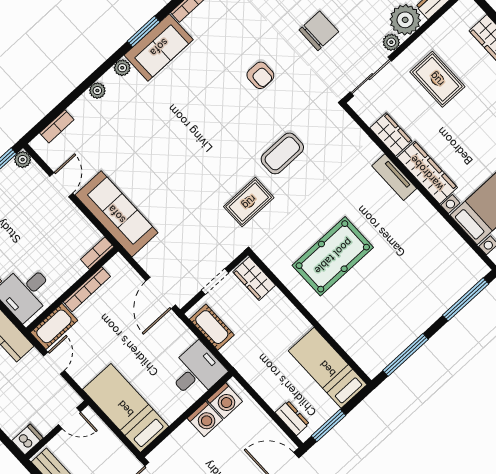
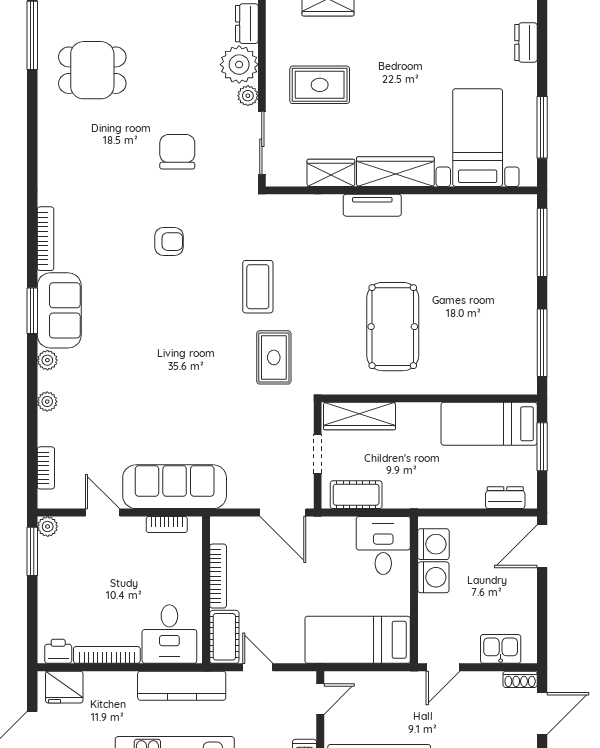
bookcase: (97, 253) -> (167, 525), moved, turned -90
wardrobe: (254, 279) -> (359, 416), width x1.50
window: (328, 426) -> (542, 447), moved

